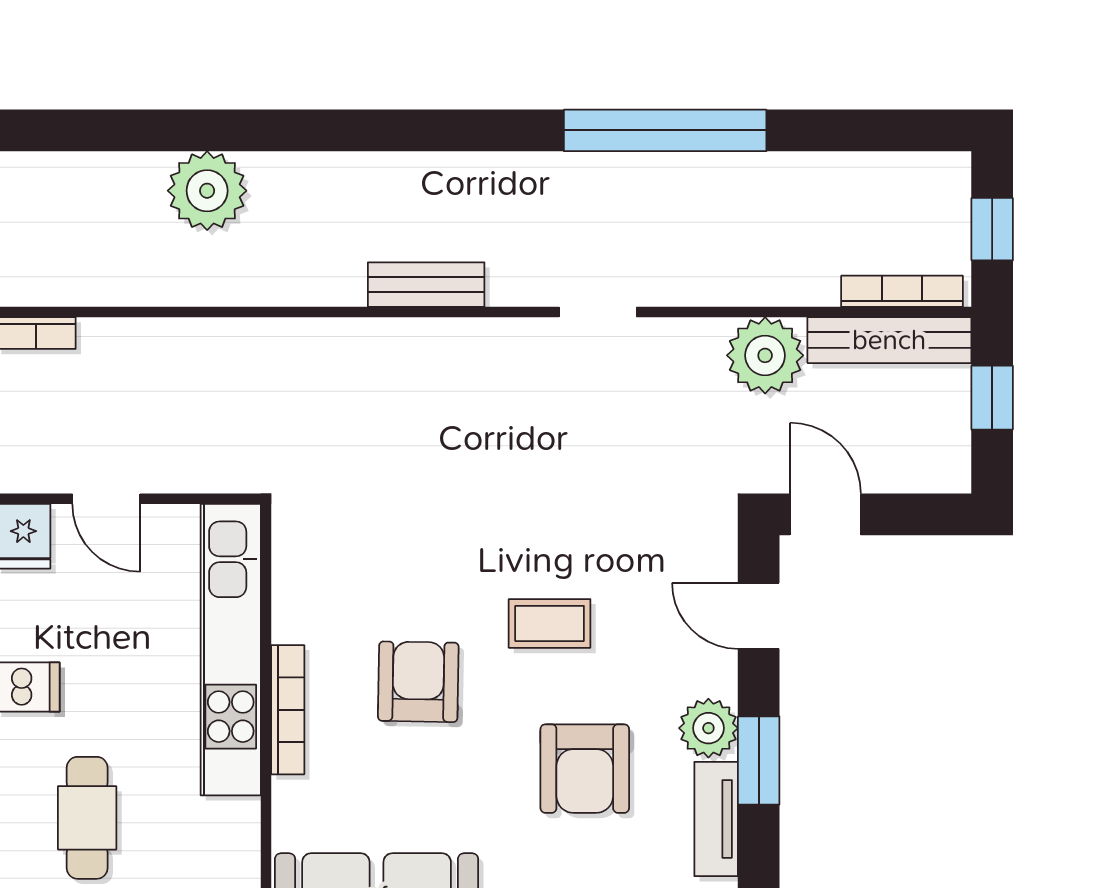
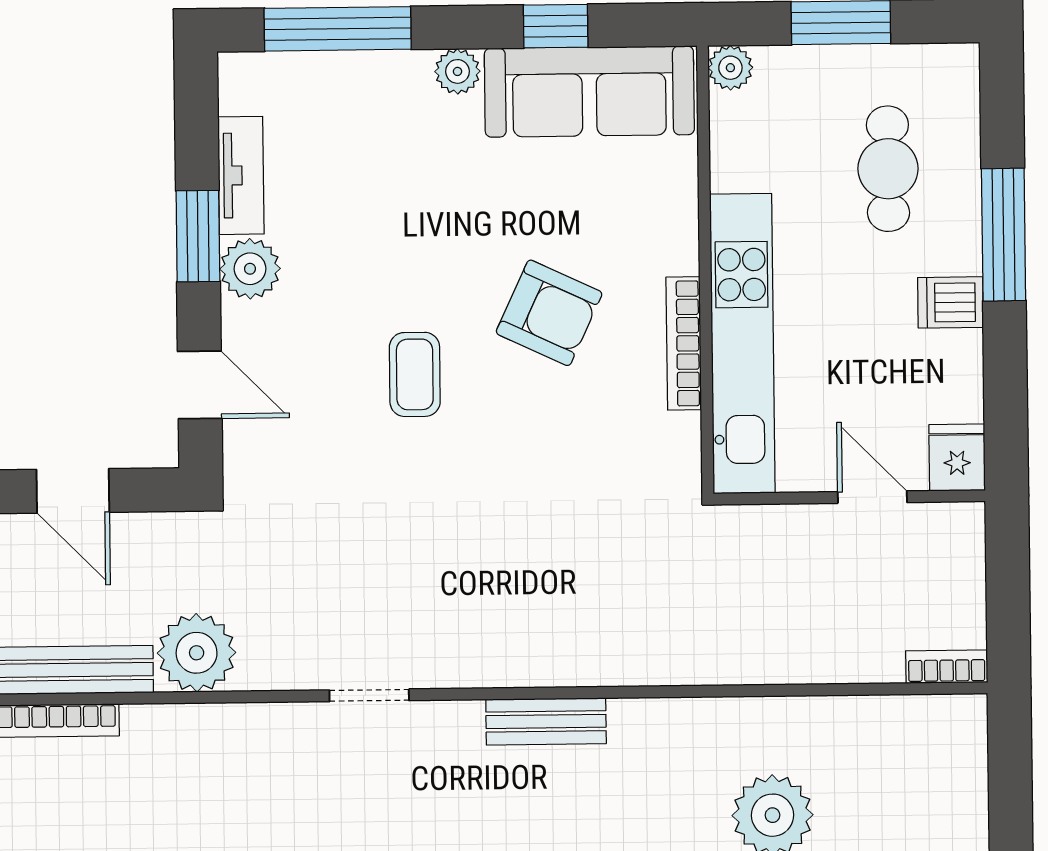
door: (825, 514) -> (73, 491), moved
coffee table: (550, 623) -> (415, 374), turned 90
armchair: (418, 682) -> (549, 313), turned -66
bookcase: (288, 710) -> (684, 343), moved
armchair: (585, 769) -> (377, 226), removed

